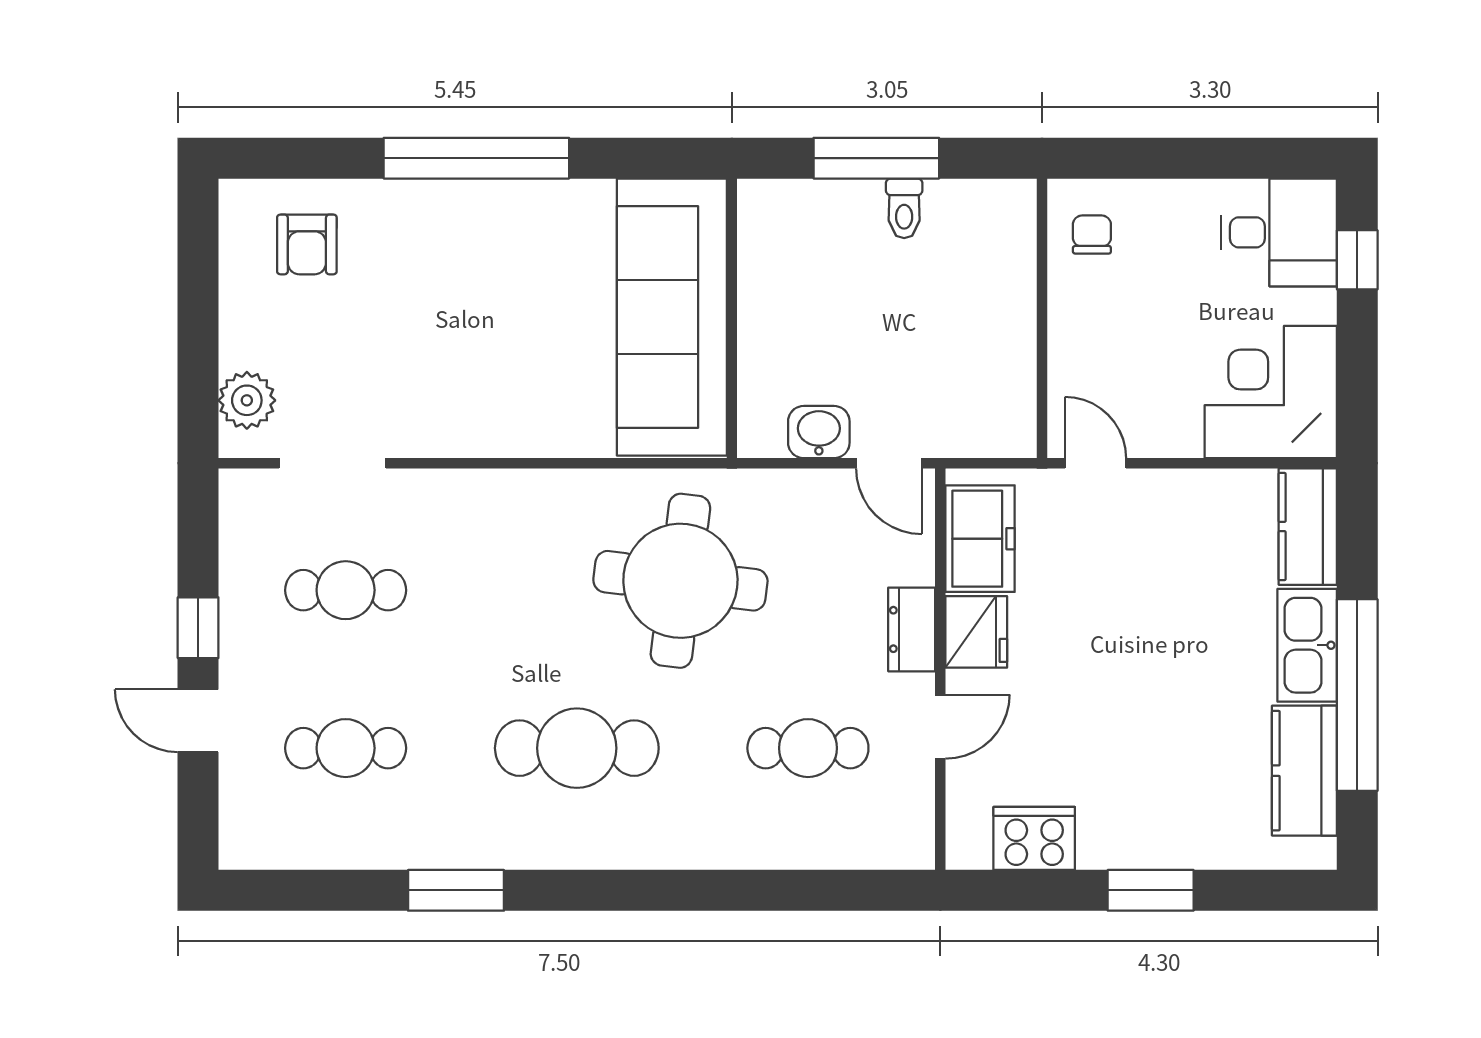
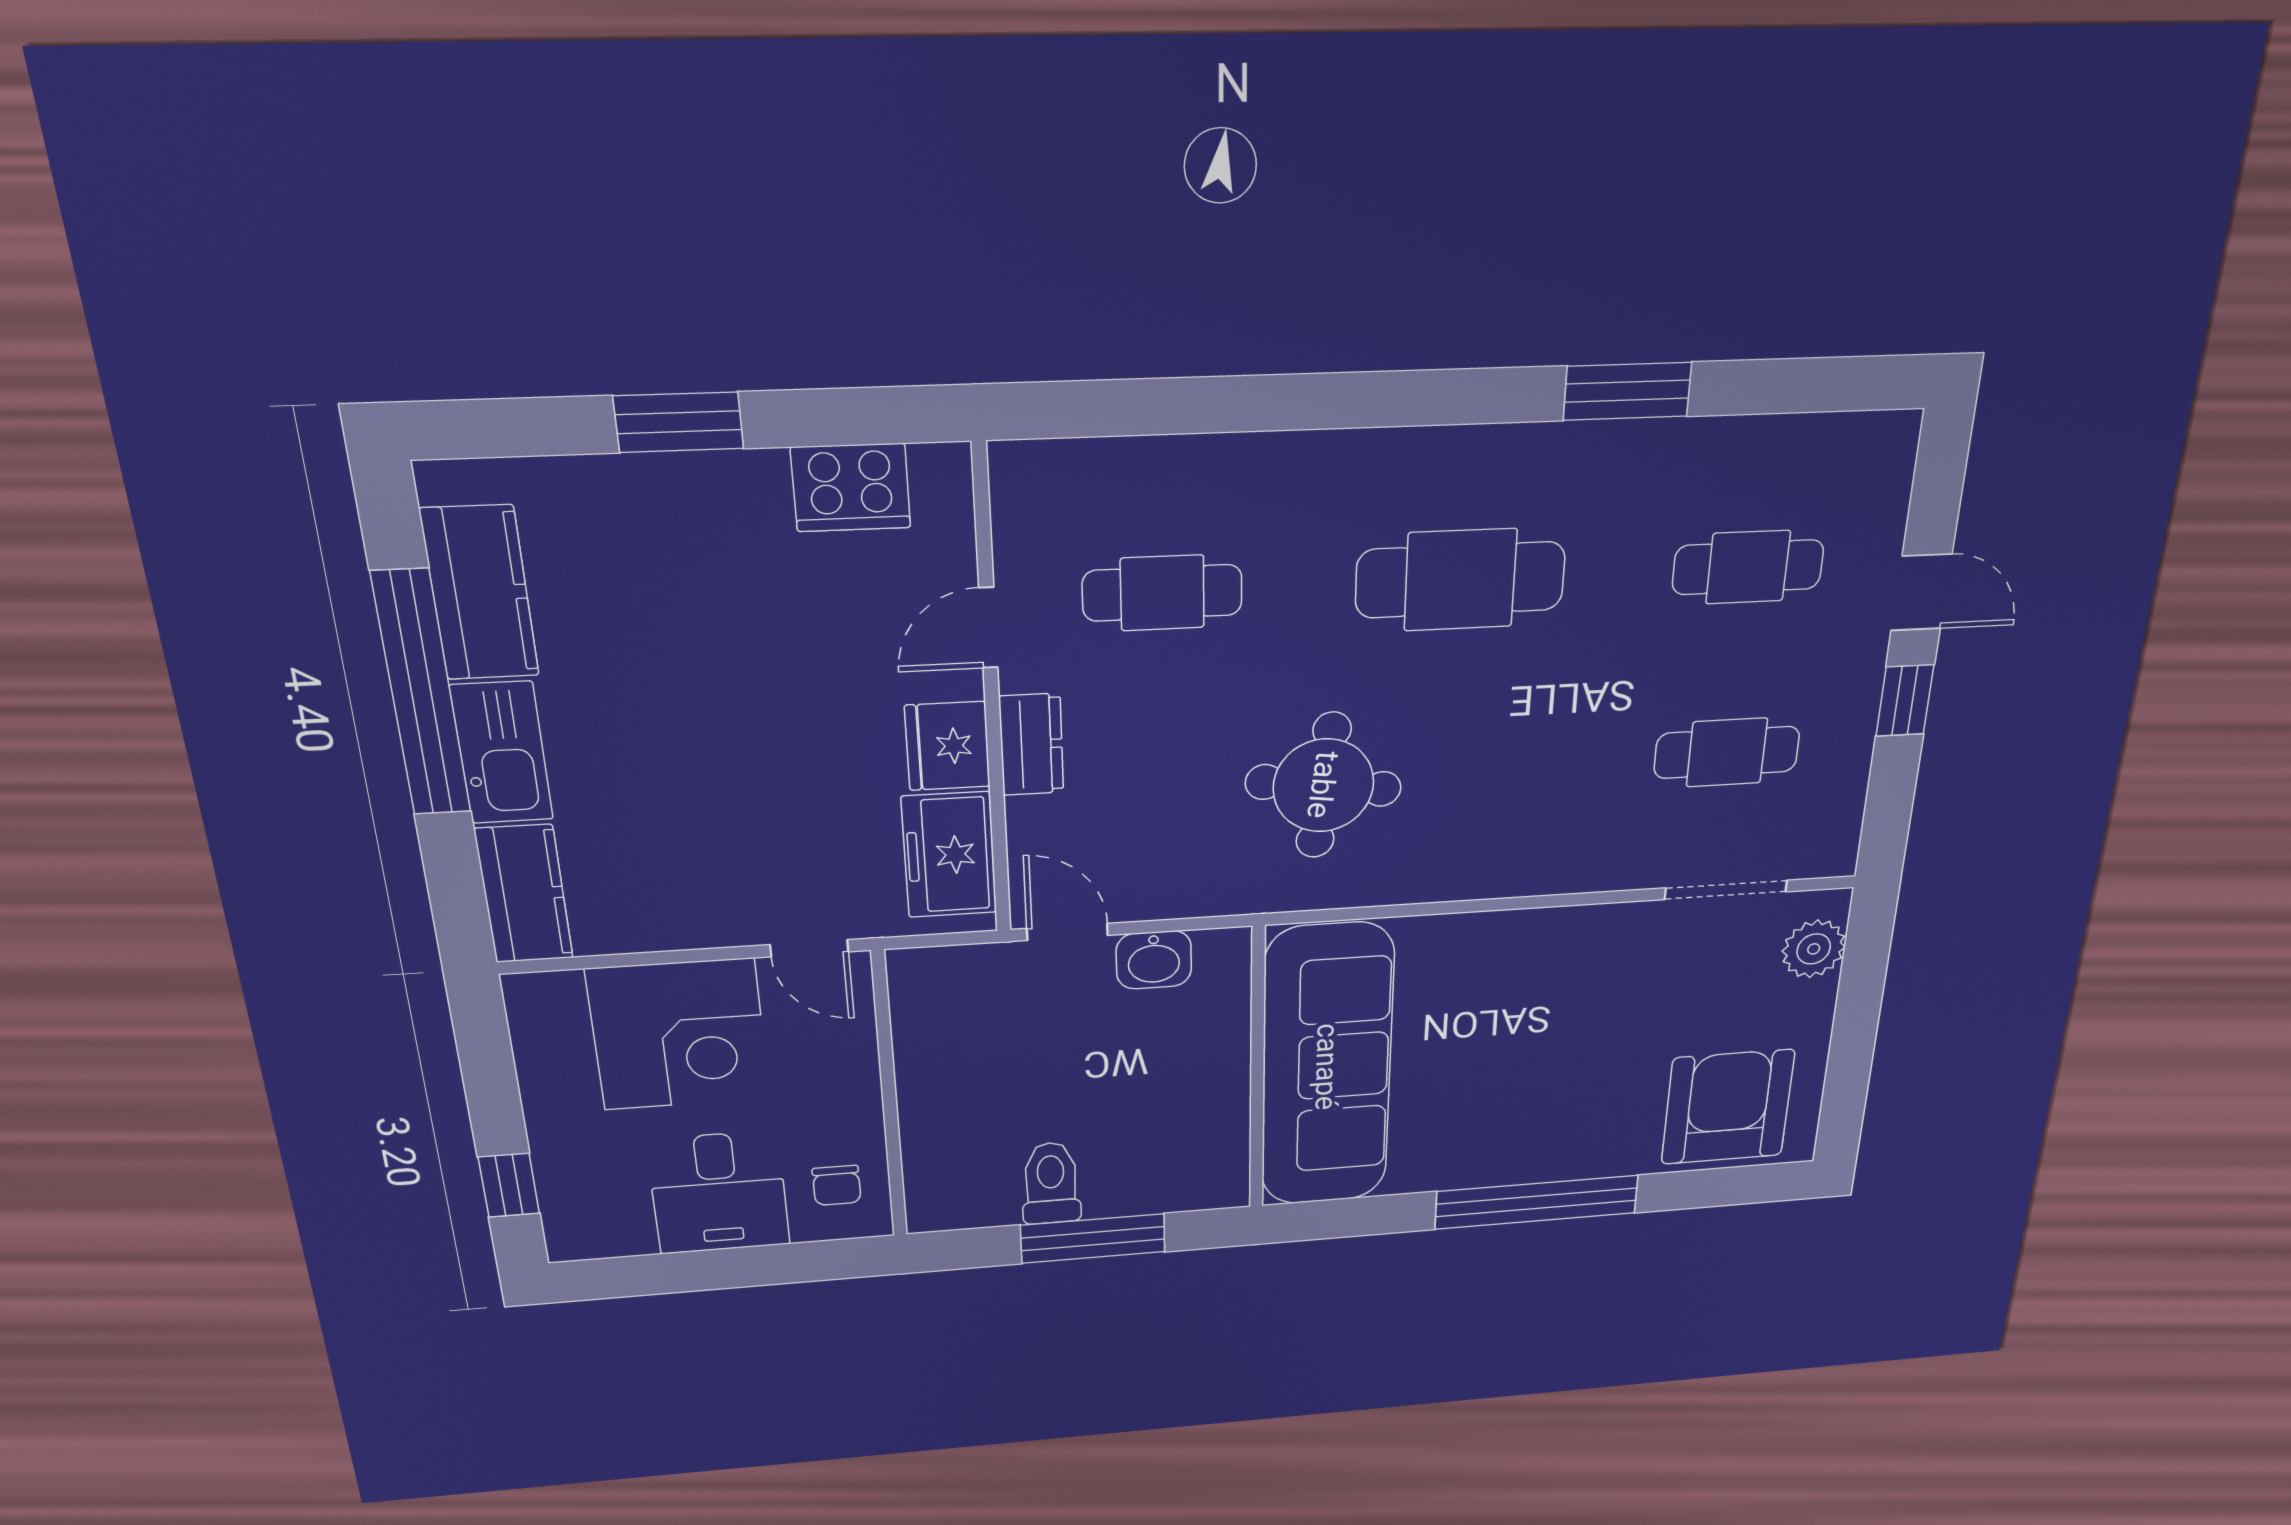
toilet: (904, 208) -> (1051, 1183), width x1.37, depth x1.39
desk: (1279, 232) -> (719, 1193), moved, turned -90
armchair: (307, 244) -> (1728, 1107), width x1.88, depth x1.88
corner desk: (1271, 392) -> (679, 1035), moved
round table: (680, 581) -> (1323, 785), width x0.73, depth x0.73

